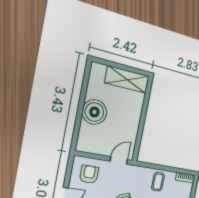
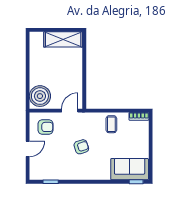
boiler: (94, 112) -> (40, 96), moved
armchair: (89, 174) -> (46, 127), turned 90

